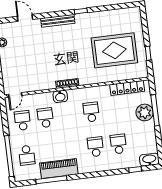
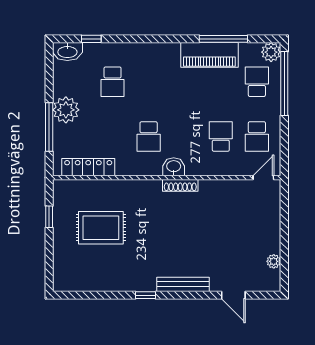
rug: (114, 50) -> (101, 228), width x0.73, depth x0.69
washbasin: (60, 96) -> (174, 167), moved
plant: (145, 112) -> (66, 110), moved
school desk: (45, 118) -> (221, 136), turned 180
school desk: (95, 147) -> (149, 82), removed
plant: (20, 175) -> (271, 52), added

